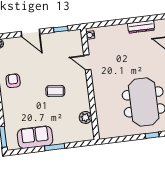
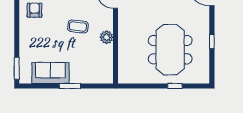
plant: (86, 117) -> (107, 37), moved

